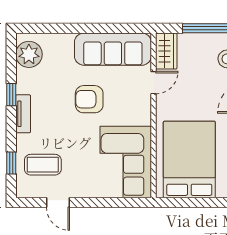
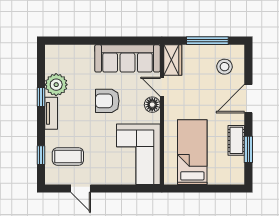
plant: (29, 54) -> (56, 85), moved
door: (153, 83) -> (162, 87), swing flipped
floor lamp: (142, 104) -> (152, 105), added
bed: (189, 159) -> (192, 152), width x0.67

